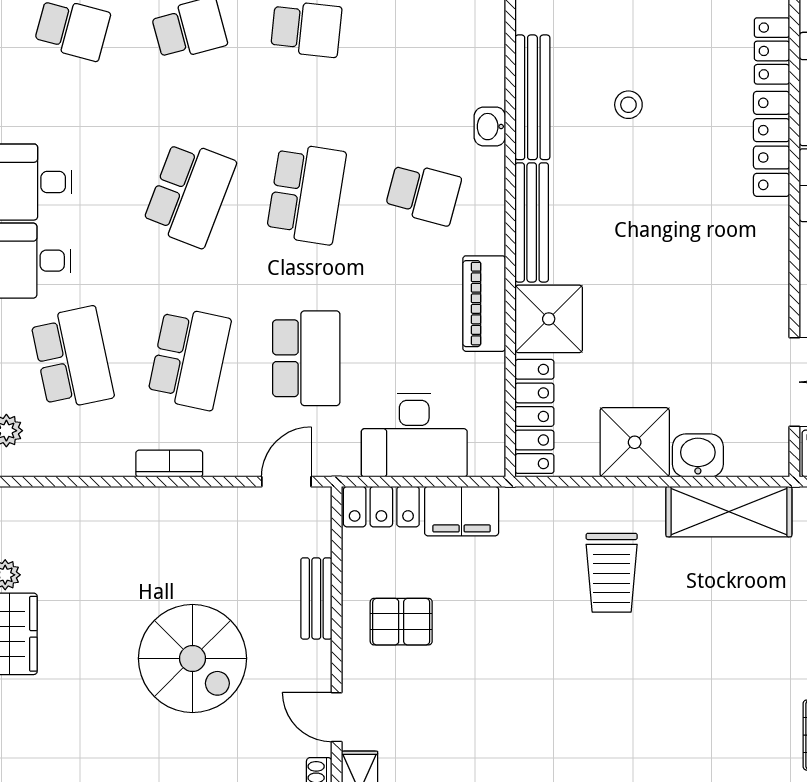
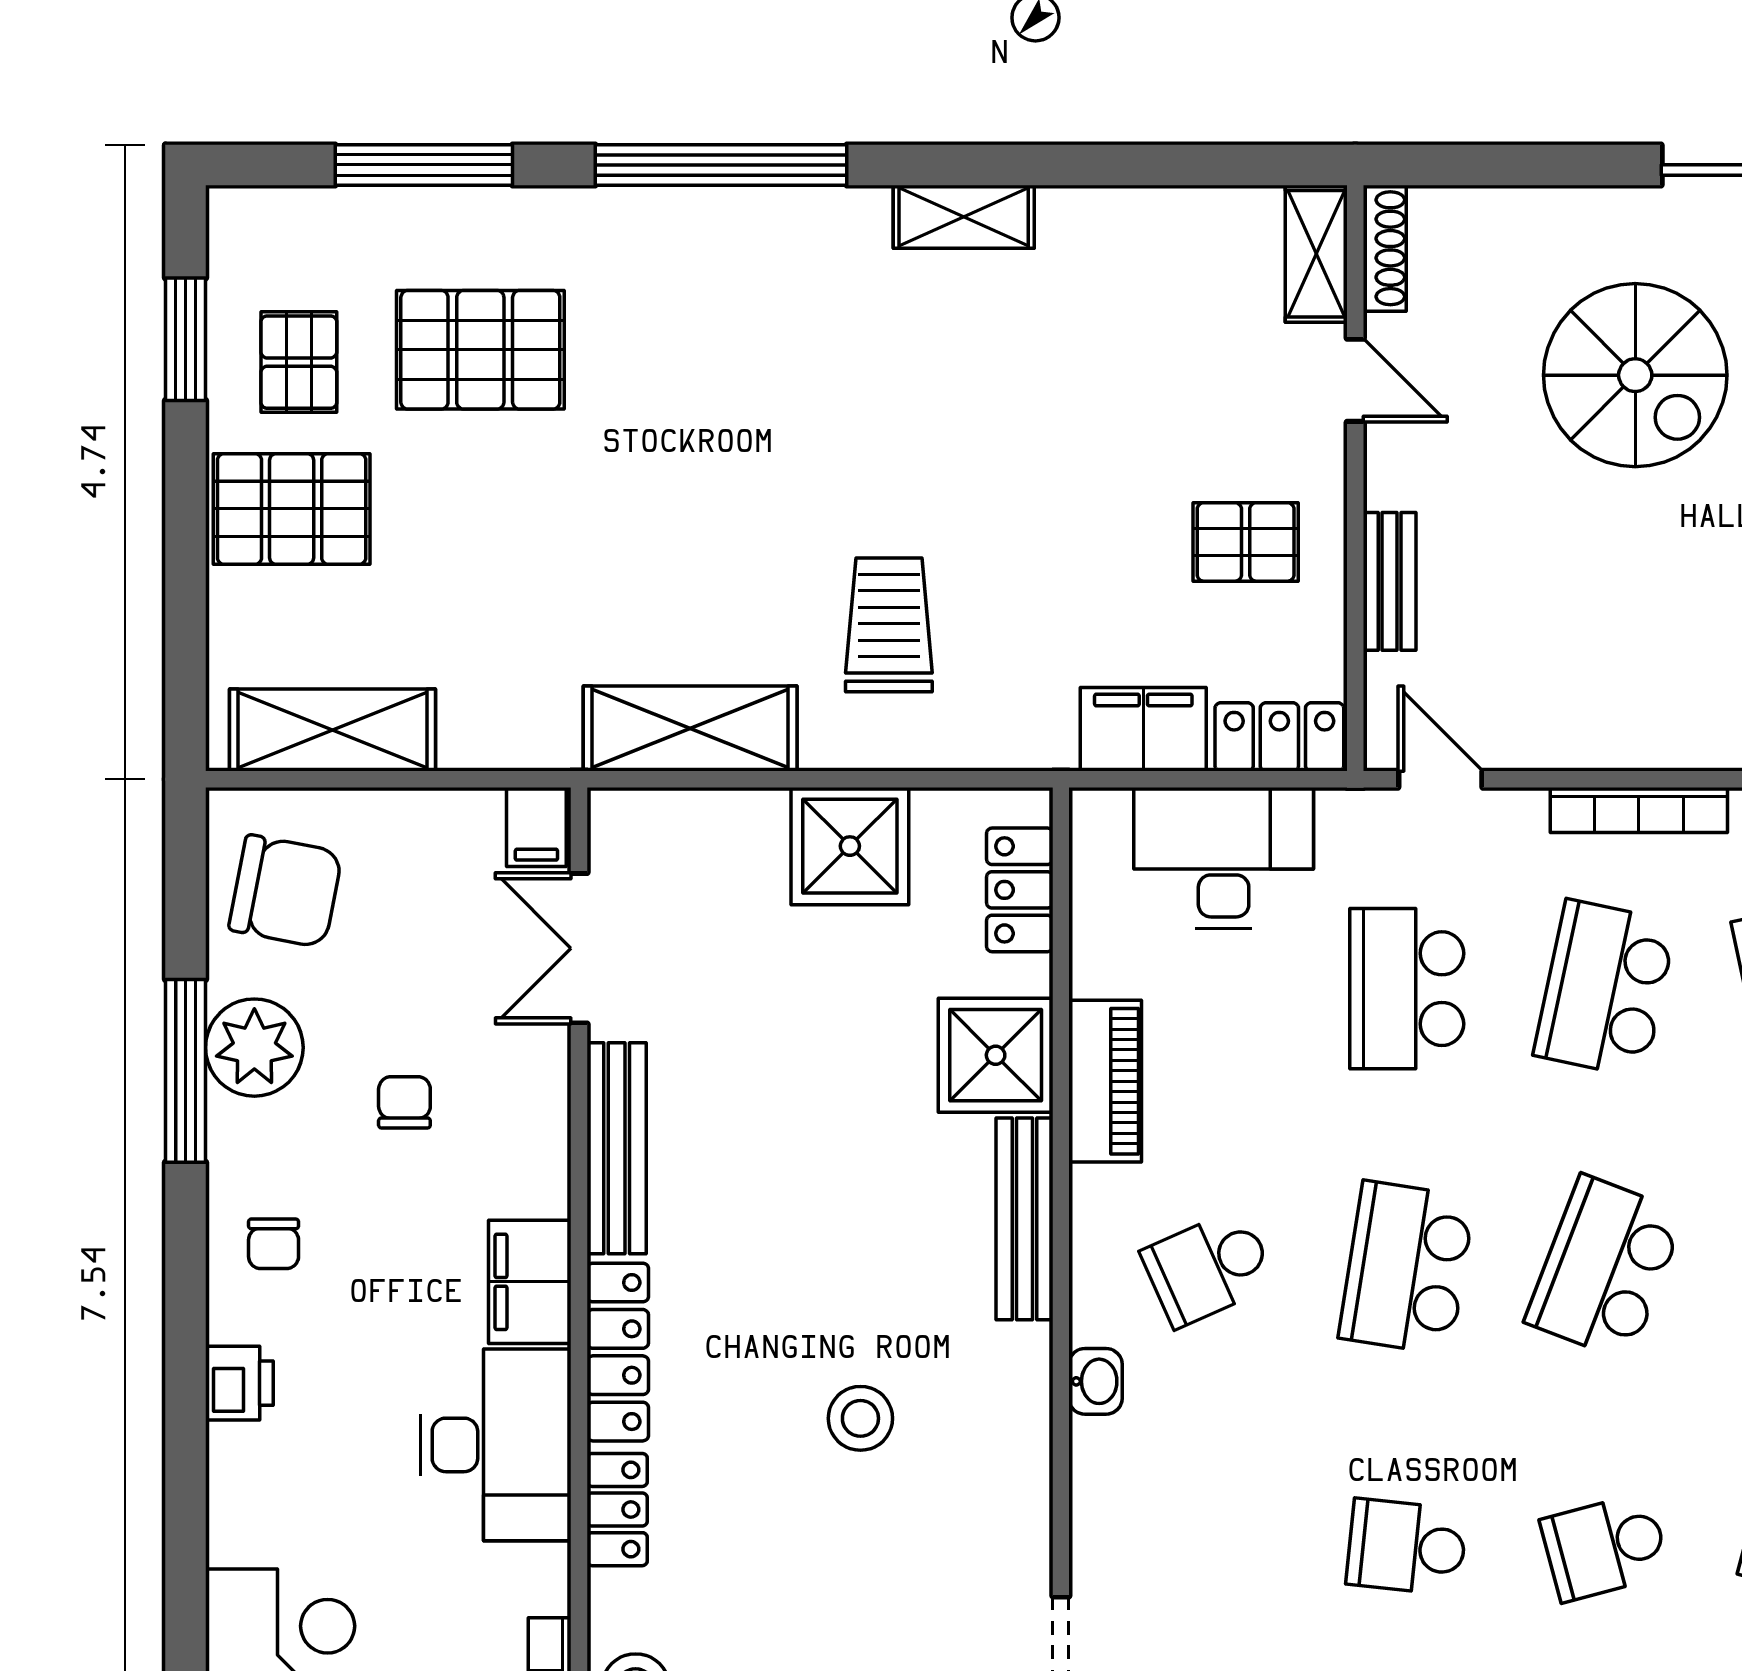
bench: (532, 97) -> (617, 1148), moved
stool: (628, 105) -> (860, 1418), width x1.37, depth x1.37
school desk: (423, 194) -> (1208, 1268), turned -39
locker: (534, 416) -> (1020, 890), width x0.66
washbasin: (698, 455) -> (743, 824), removed
bookcase: (169, 464) -> (1639, 810), width x1.56
door: (286, 482) -> (1440, 779), swing flipped
spiral stairs: (192, 658) -> (1635, 375), moved, turned 180

